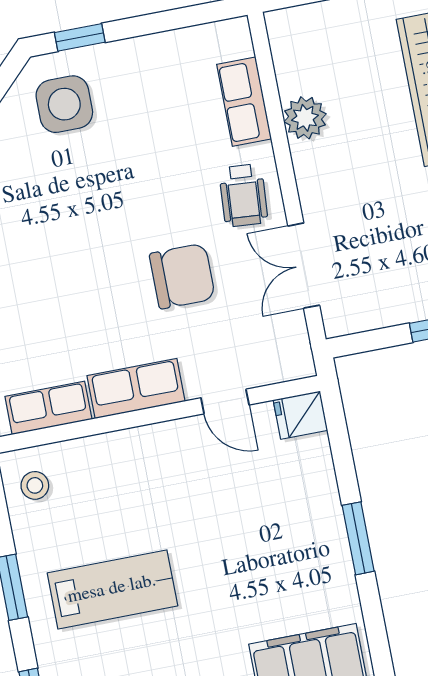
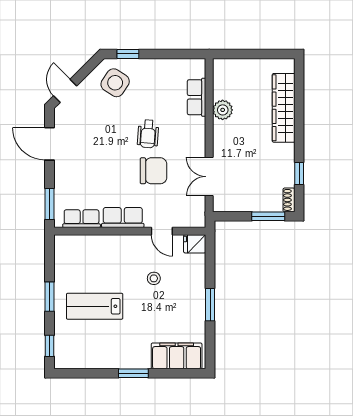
side table: (64, 104) -> (115, 83), turned 33
wheelchair: (243, 195) -> (148, 134), moved
stool: (35, 485) -> (154, 278), moved
lab bench: (112, 589) -> (95, 306), turned 180

